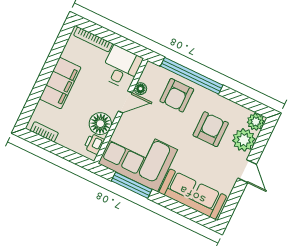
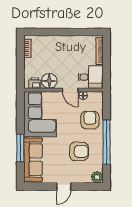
window: (192, 76) -> (107, 142), moved
filing cabinet: (60, 83) -> (63, 44), removed
armchair: (177, 95) -> (90, 120), turned 90
plant: (244, 140) -> (82, 175), removed
window: (132, 185) -> (20, 148), moved

